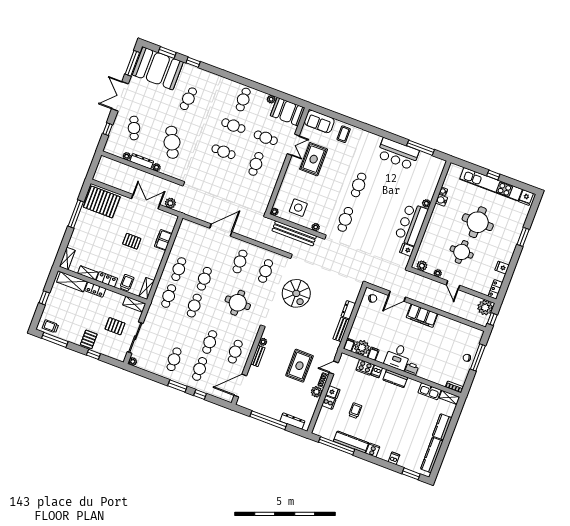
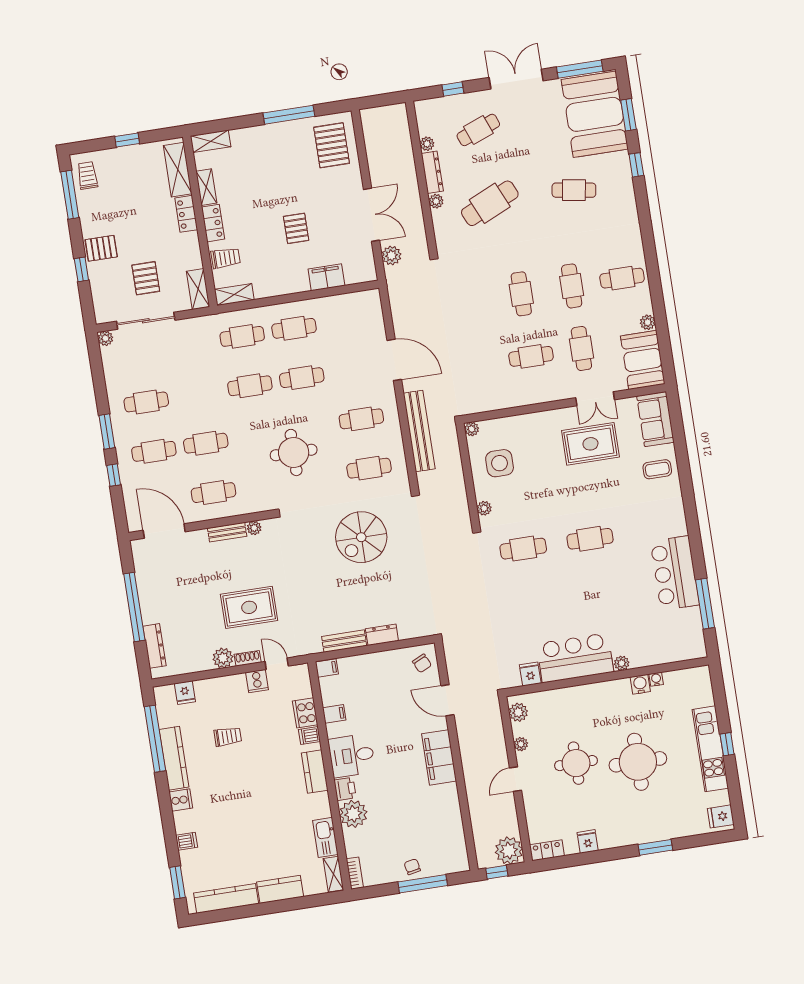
kitchen unit: (491, 184) -> (710, 749), width x0.73
pallet: (102, 202) -> (332, 145), width x0.73, depth x0.71
bench: (294, 233) -> (419, 431), moved
plant: (362, 348) -> (353, 814), moved
fridge: (333, 392) -> (185, 693), moved
cooker: (329, 403) -> (257, 681), moved

